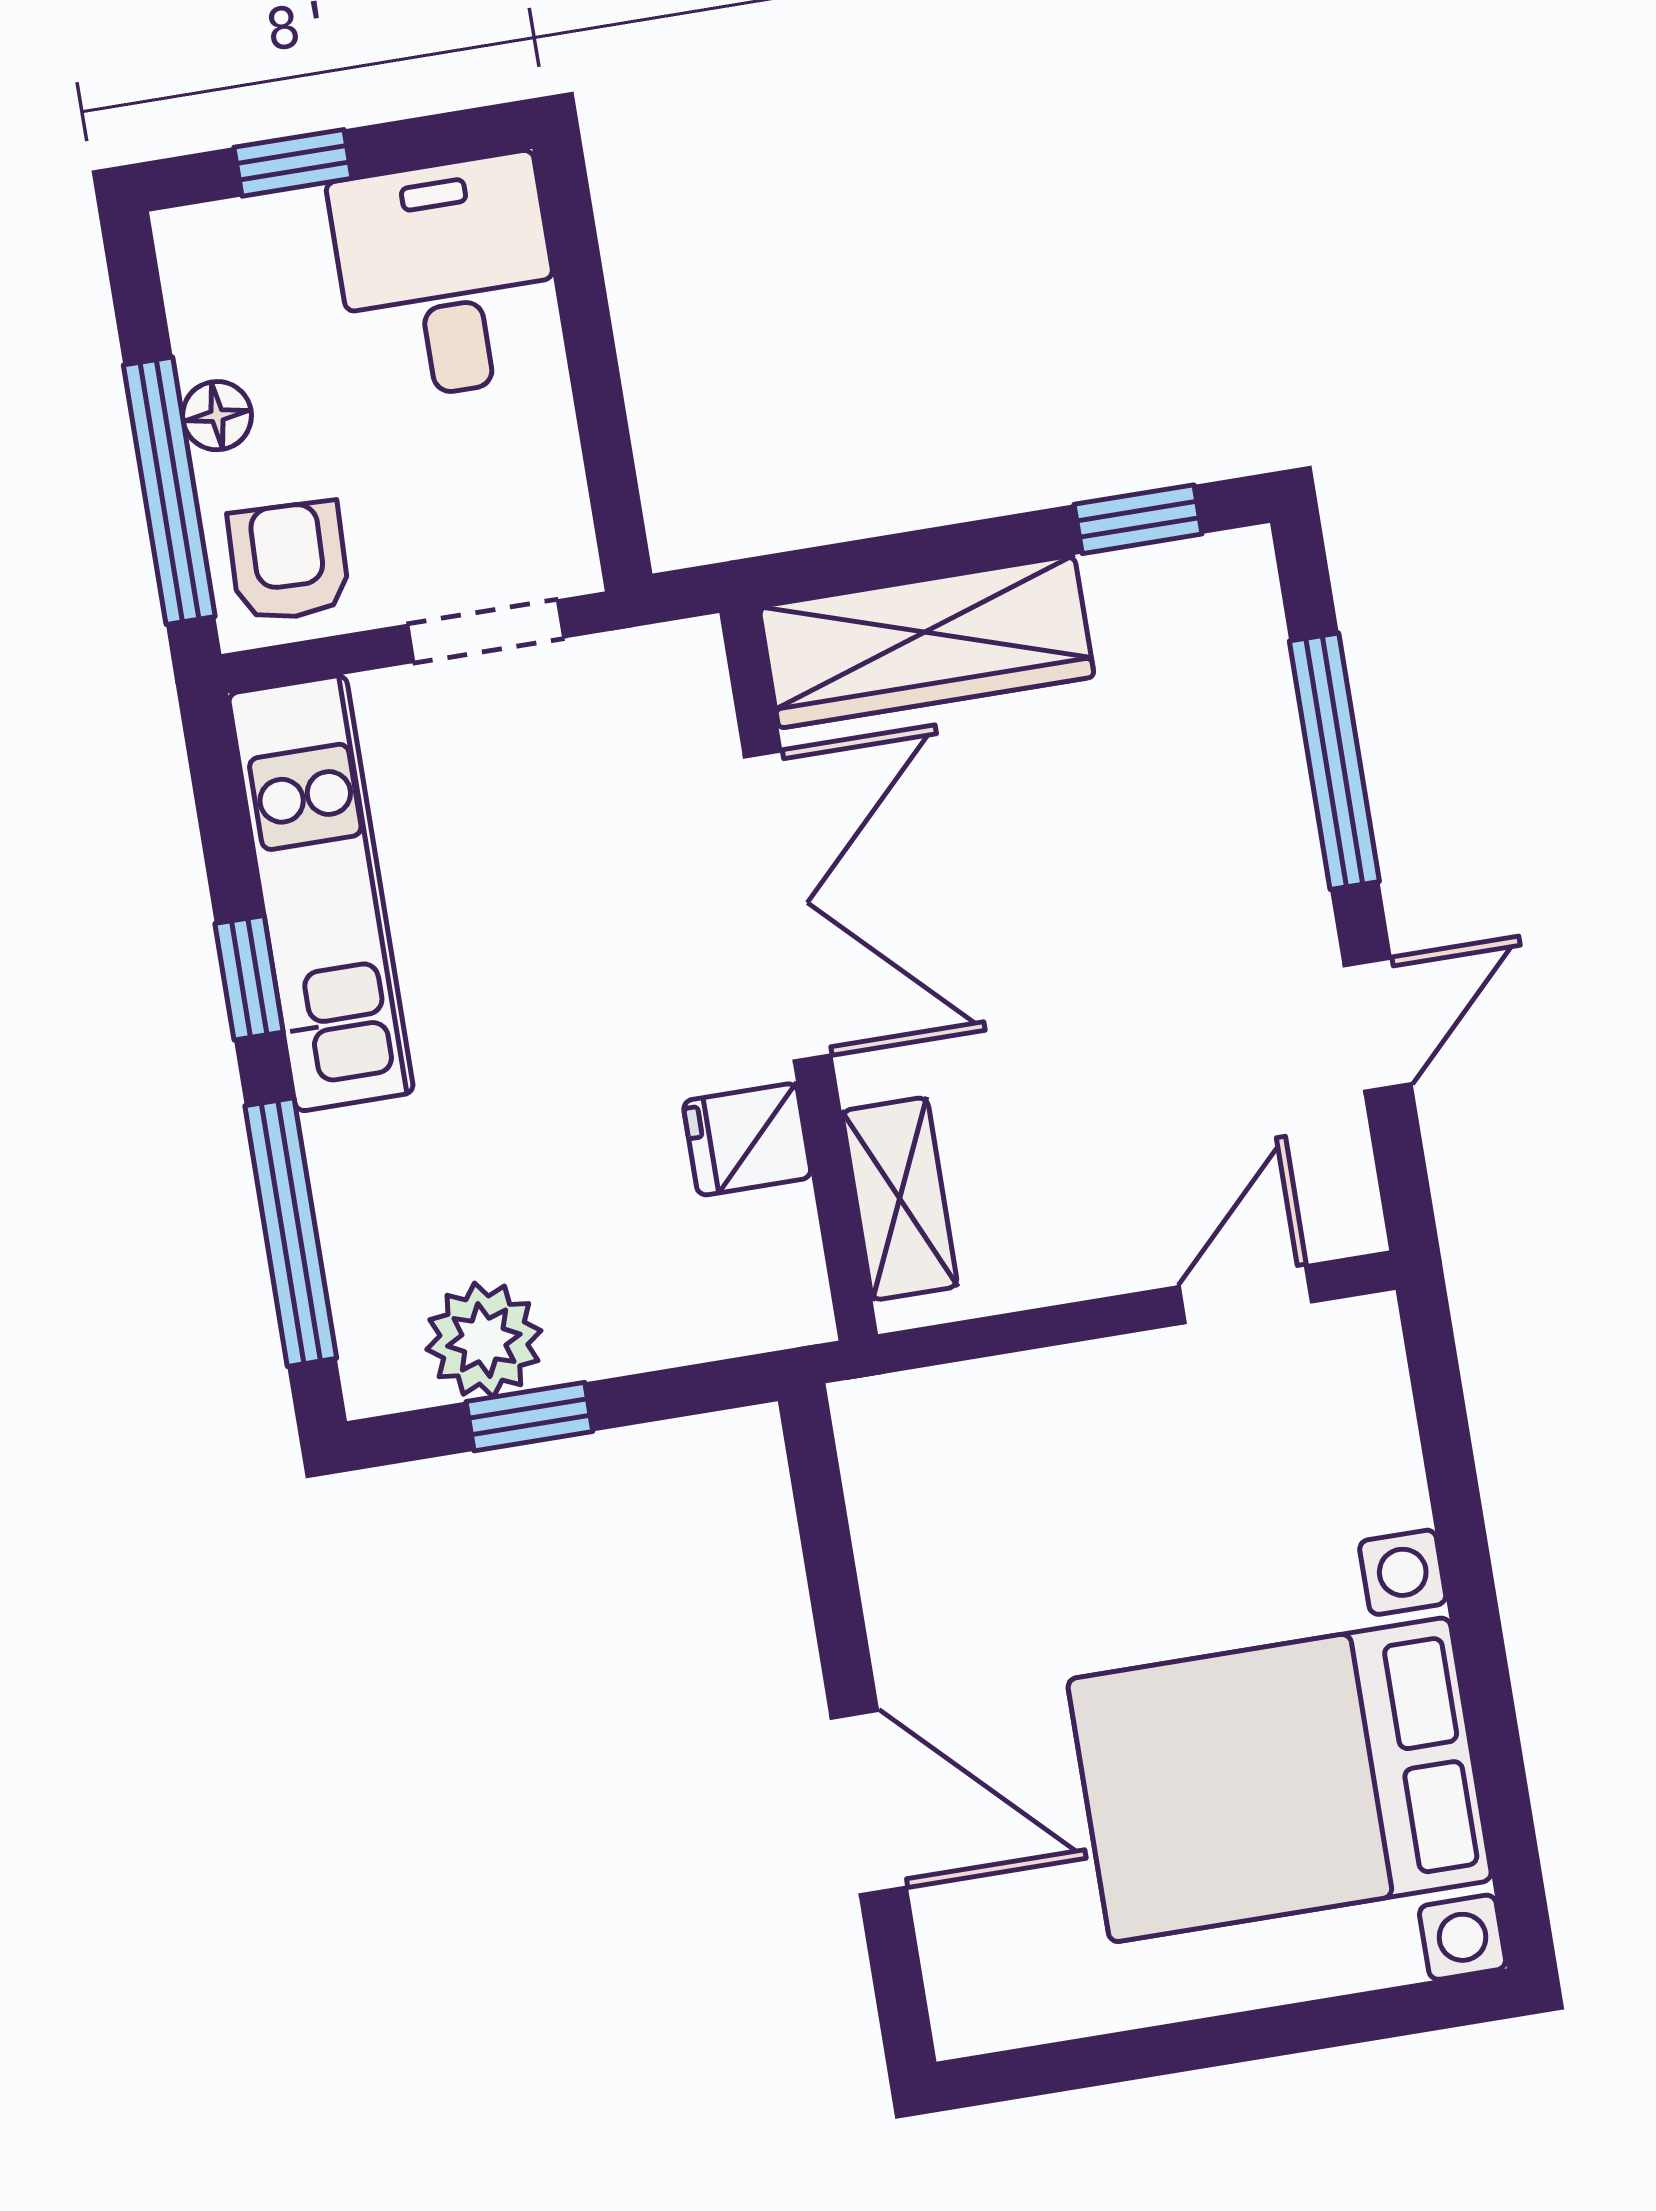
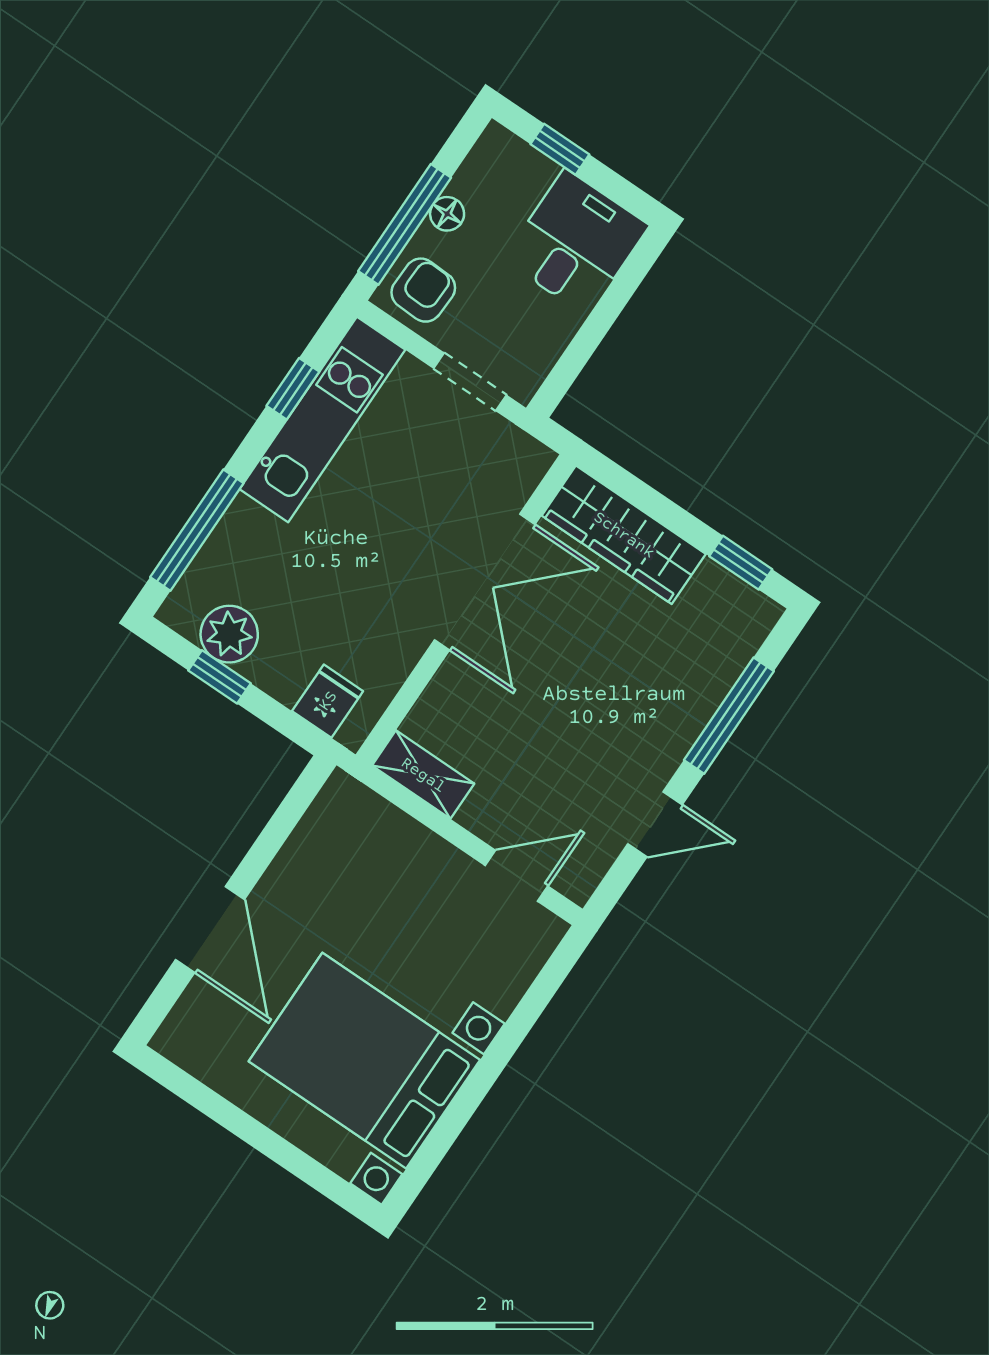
window: (249, 978) -> (293, 389), moved
fridge: (747, 1139) -> (328, 701), moved, turned 90
shelving: (900, 1199) -> (423, 775), moved, turned 90

